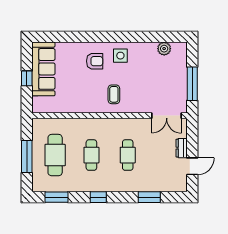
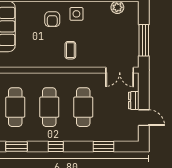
armchair: (95, 61) -> (52, 19), turned 90
cafe table: (91, 155) -> (49, 107), width x1.37, depth x1.35
cafe table: (128, 155) -> (83, 107), width x1.37, depth x1.35
door: (192, 166) -> (144, 118), hinge flipped

